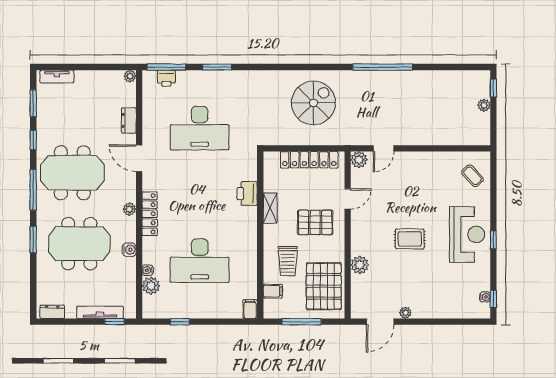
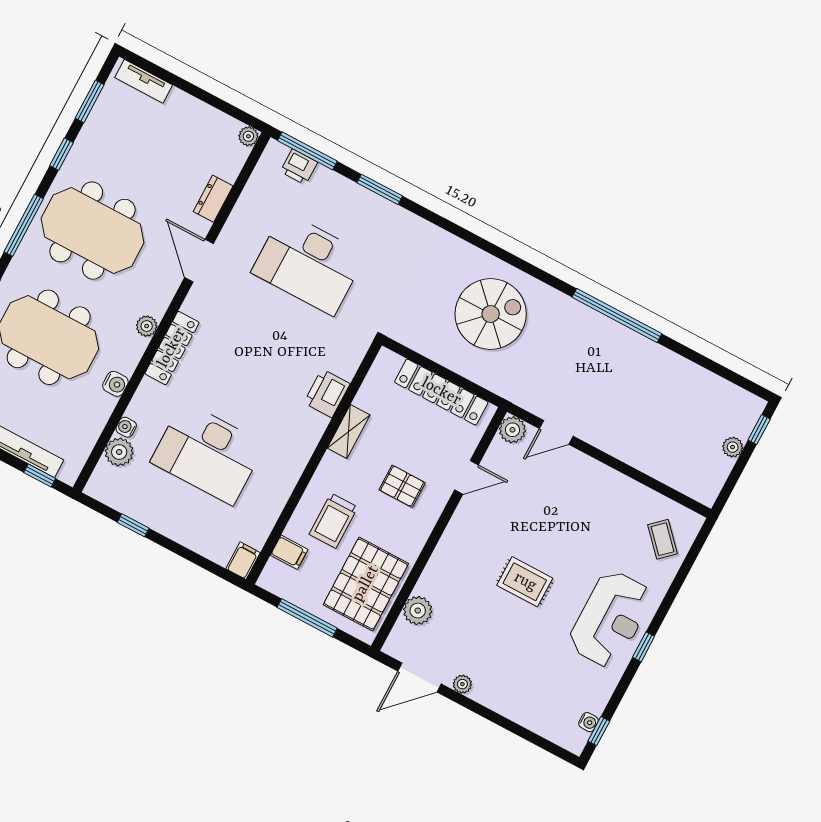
pallet: (315, 222) -> (402, 486), width x0.67, depth x0.71
plant: (360, 265) -> (418, 611), moved

